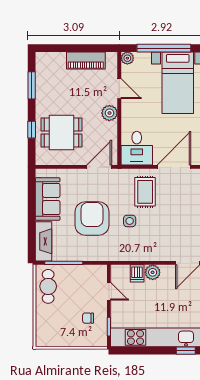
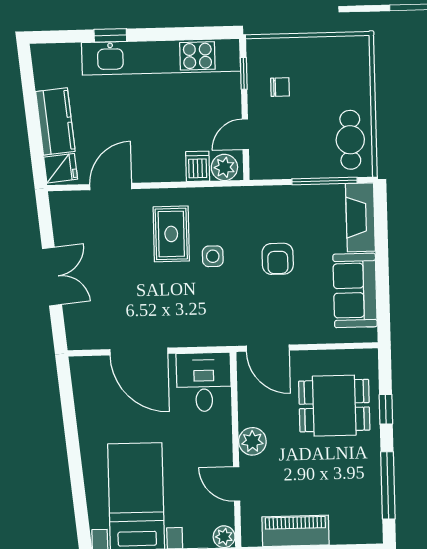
window: (32, 85) -> (388, 485), width x1.44
door: (99, 167) -> (268, 348), hinge flipped
door: (174, 167) -> (139, 352), hinge flipped
rug: (145, 192) -> (171, 234), moved
armchair: (92, 219) -> (278, 259), width x0.53, depth x0.53
plant: (153, 272) -> (224, 167), moved
door: (109, 291) -> (245, 134), hinge flipped

